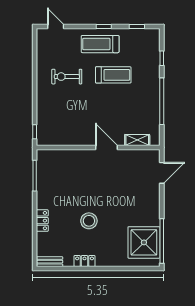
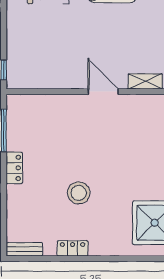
locker: (42, 221) -> (14, 168), moved

